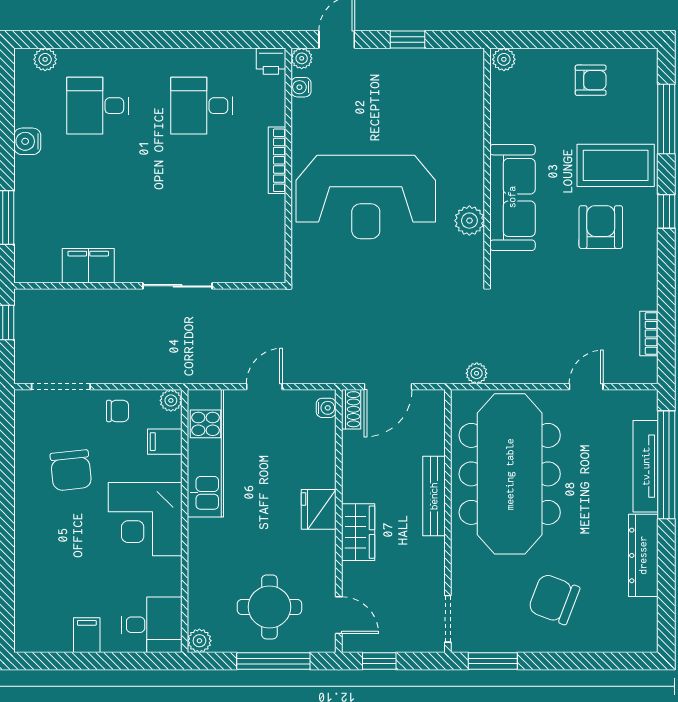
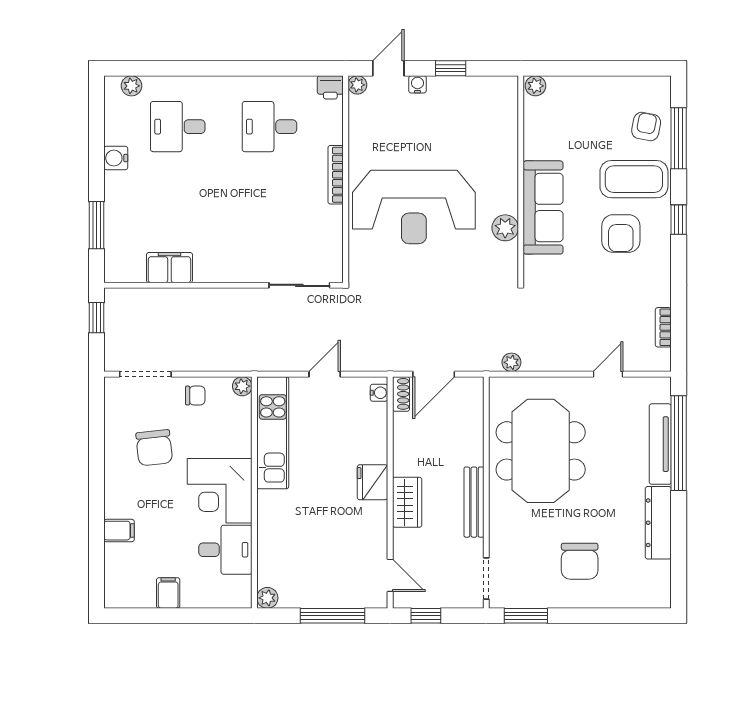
armchair: (591, 80) -> (646, 127), moved, turned -79
water cooler: (301, 87) -> (417, 84), moved, turned 90
armchair: (601, 227) -> (621, 234), turned 180
sliding door: (177, 286) -> (299, 285), moved
filing cabinet: (165, 442) -> (119, 531), moved, turned 180
meeting table: (510, 474) -> (541, 451), width x0.73
bench: (434, 496) -> (474, 502), moved
chair: (554, 599) -> (580, 561), turned -111
round table: (269, 607) -> (329, 568), removed
desk: (152, 625) -> (225, 550), moved

